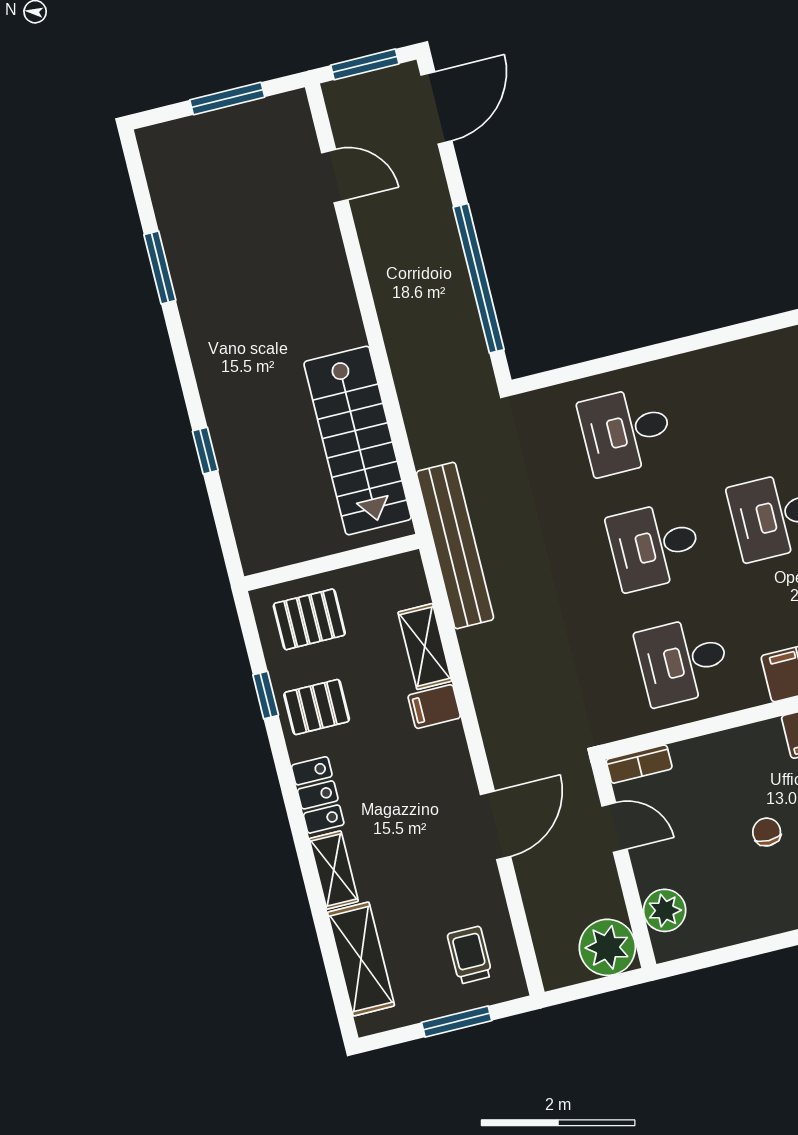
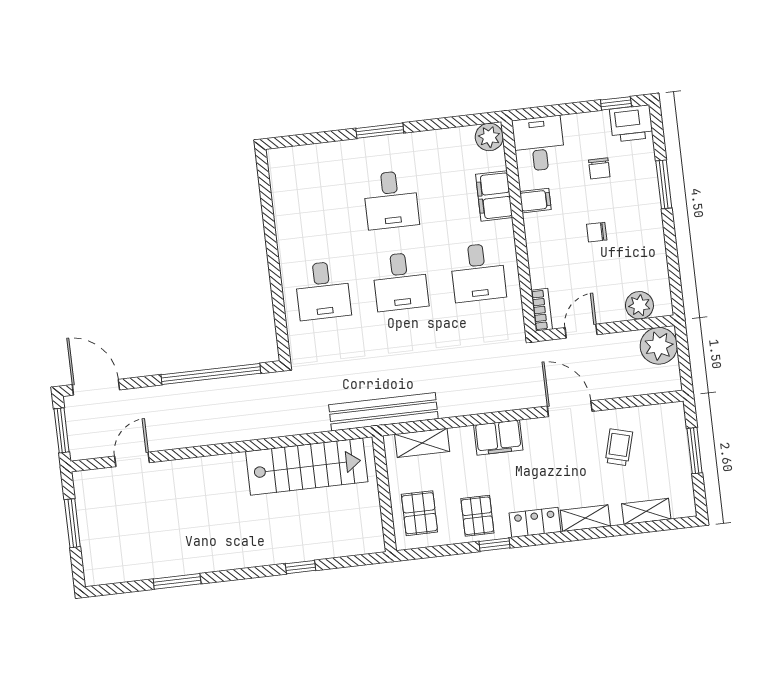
shelving: (425, 647) -> (422, 443), moved
window: (266, 695) -> (495, 545), moved
filing cabinet: (434, 707) -> (498, 438), width x2.00
trolley: (470, 955) -> (619, 447), moved, turned 105
shelving: (361, 959) -> (646, 511), width x0.67, depth x0.75

